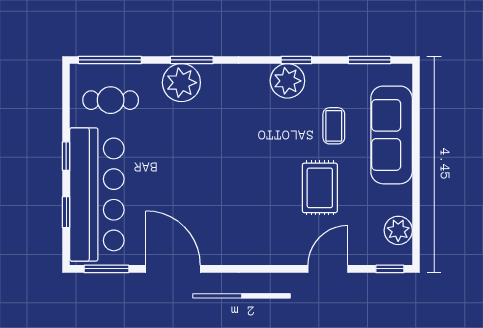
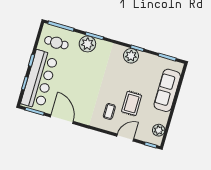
coffee table: (334, 126) -> (109, 111), moved

